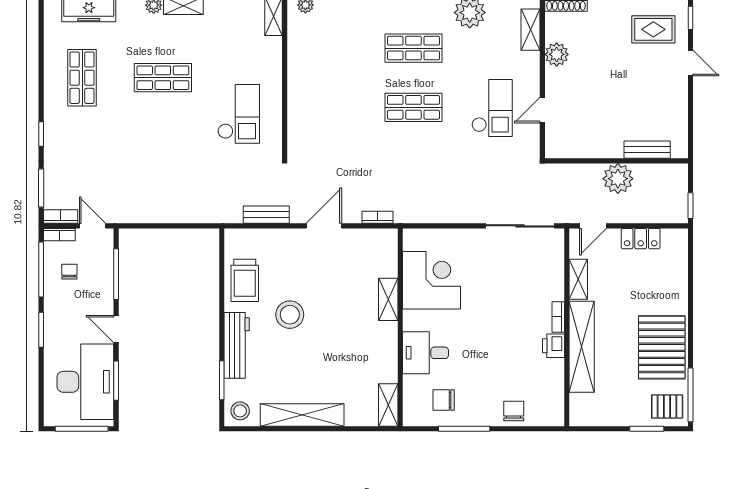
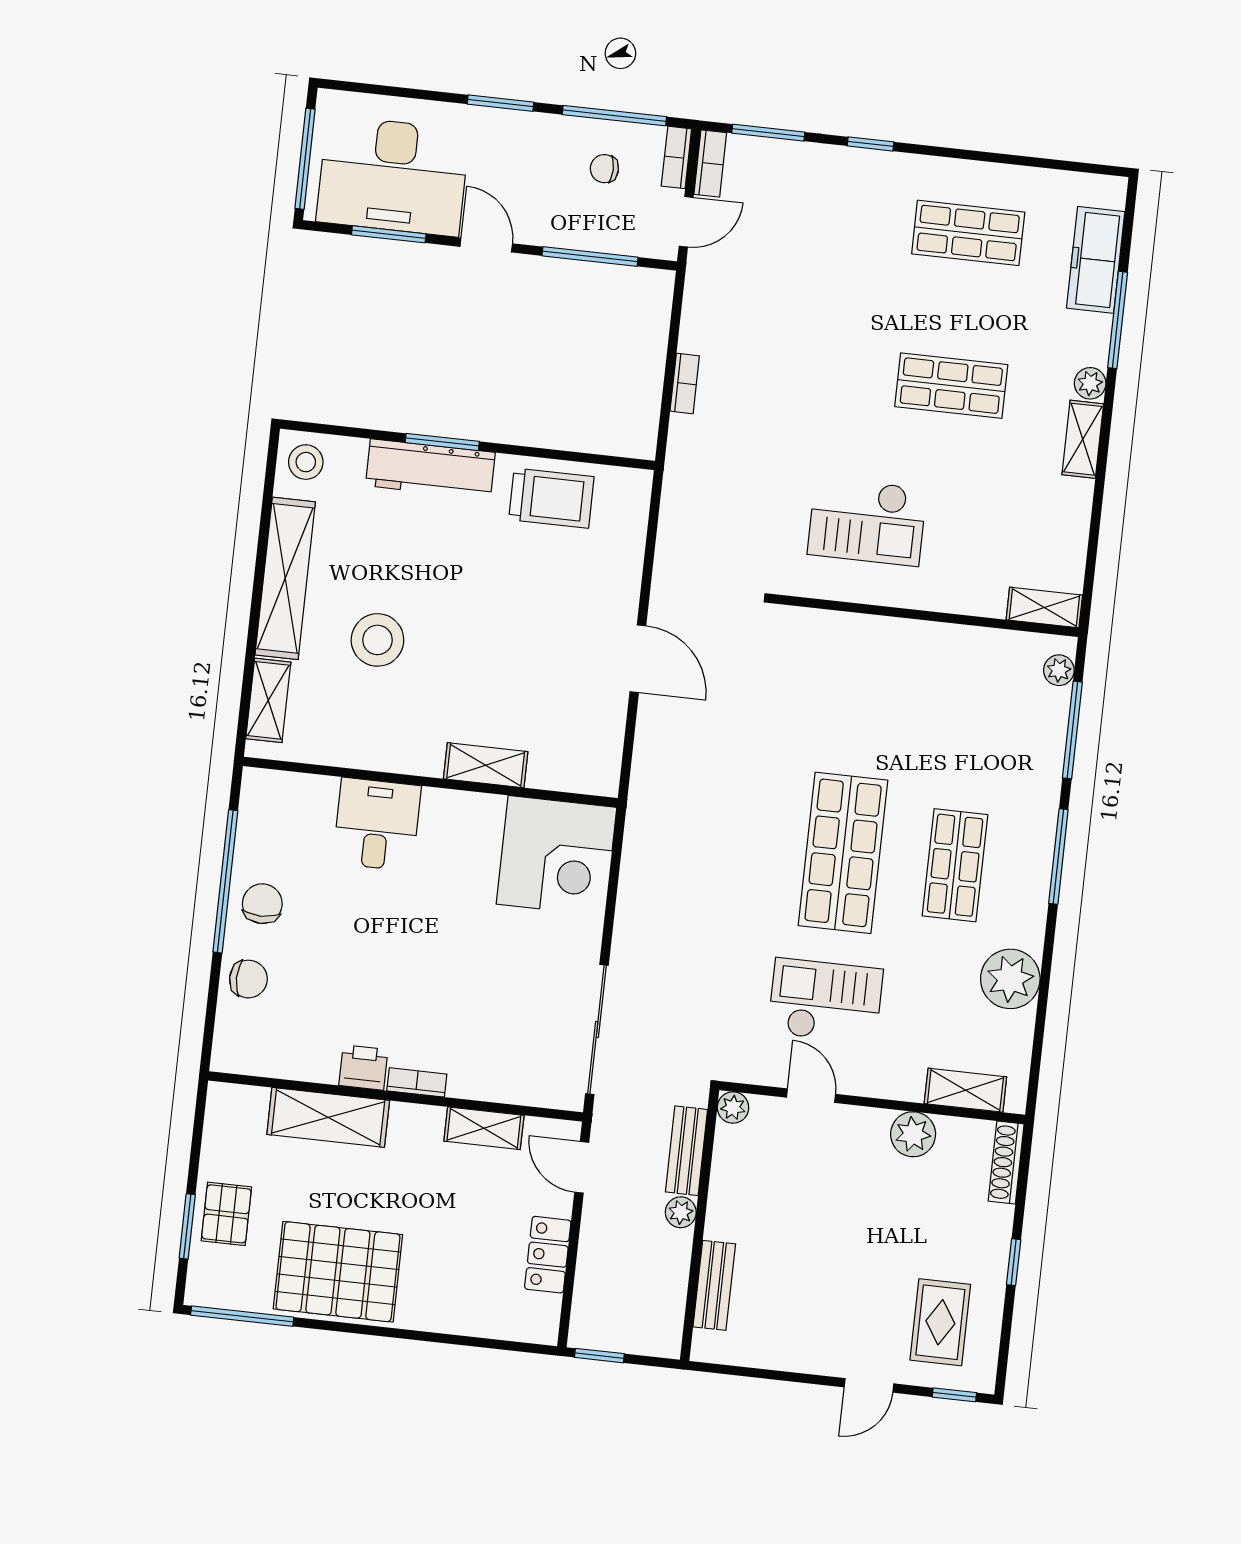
shop shelf: (163, 78) -> (951, 386), turned 90
shop shelf: (413, 107) -> (843, 853), width x1.43, depth x1.36
checkout: (492, 108) -> (825, 1001), turned 180
plant: (553, 150) -> (733, 1108), added
plant: (618, 179) -> (681, 1212), width x0.53, depth x0.53
bench: (266, 215) -> (686, 1151), moved
bookcase: (377, 217) -> (685, 384), moved
chair: (69, 272) -> (604, 169), turned 180
trolley: (245, 280) -> (551, 498), turned 180
corner desk: (432, 280) -> (556, 856), moved
stool: (290, 315) -> (377, 640), moved
door: (116, 329) -> (486, 245), hinge flipped
shelving: (582, 347) -> (328, 1117), width x0.68
window: (222, 380) -> (442, 442), moved
chair: (444, 400) -> (262, 904), moved
shelving: (388, 405) -> (268, 700), moved, turned 90
pallet: (667, 406) -> (226, 1214), moved
window: (464, 429) -> (225, 881), width x1.46

